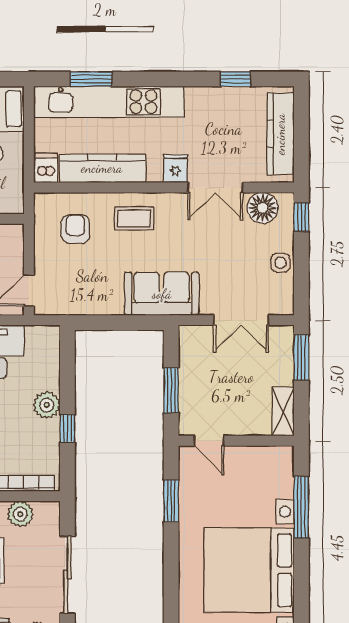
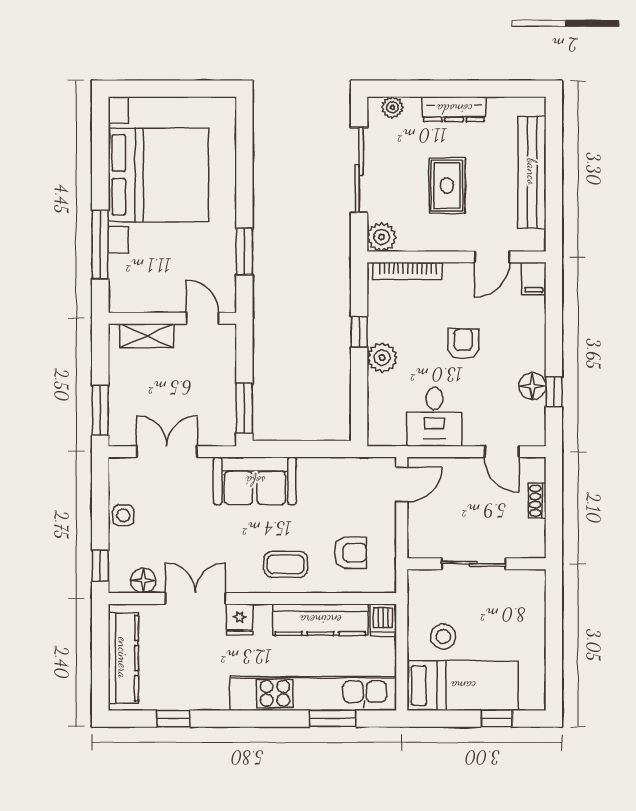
floor lamp: (263, 208) -> (143, 581), width x0.73, depth x0.73
armchair: (75, 229) -> (350, 553), turned -90
window: (171, 390) -> (244, 408), moved
shelving: (283, 412) -> (147, 336), moved, turned 90
plant: (20, 514) -> (382, 237), moved

